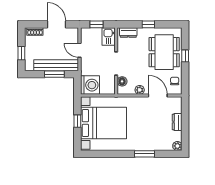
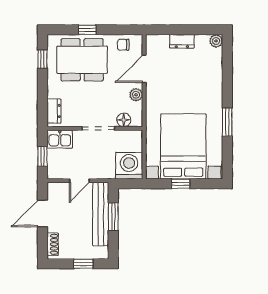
window: (148, 24) -> (42, 59), moved
window: (145, 154) -> (227, 122), moved

